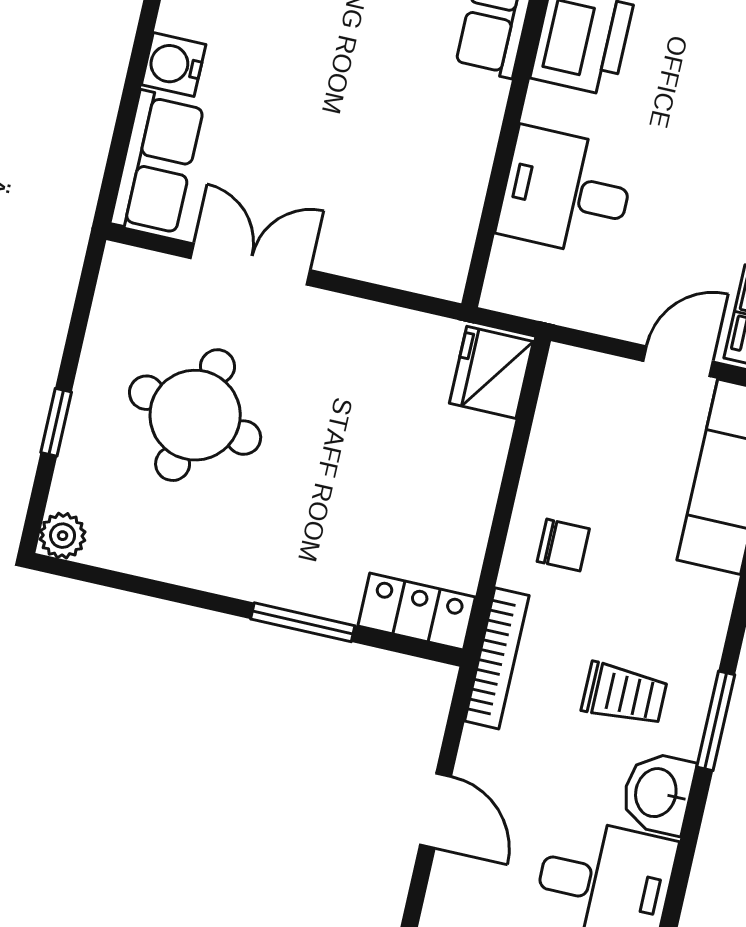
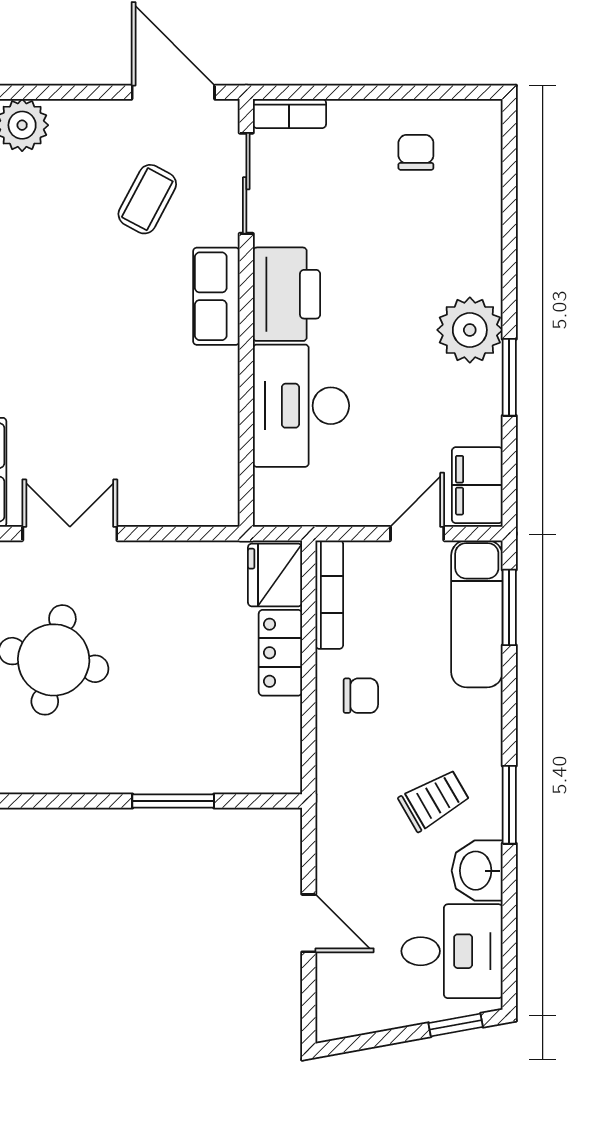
desk: (566, 192) -> (301, 406), width x1.37
locker: (417, 612) -> (280, 653), moved, turned -90
bookcase: (497, 658) -> (329, 595), moved
trolley: (624, 694) -> (434, 800), turned -30

